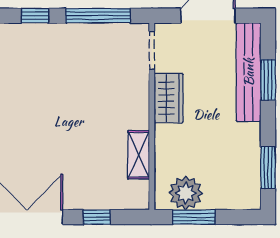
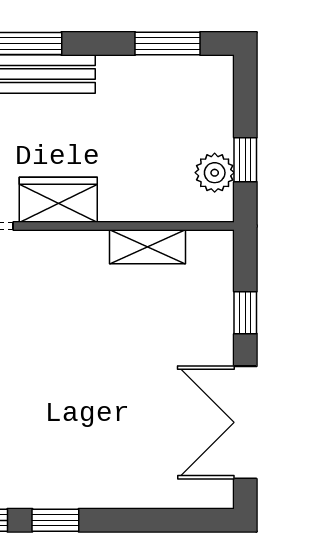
plant: (186, 193) -> (215, 173), width x0.73, depth x0.73
window: (194, 217) -> (245, 160), width x0.67

